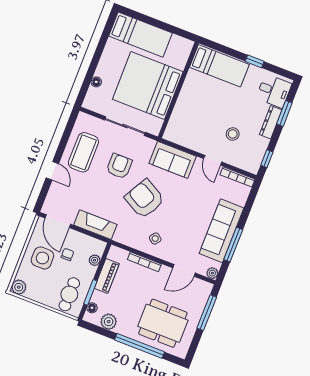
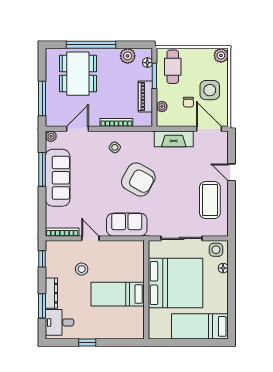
bed: (219, 66) -> (118, 294), moved
side table: (96, 102) -> (216, 250), added
armchair: (119, 166) -> (173, 200), removed
dining table: (163, 323) -> (78, 74), turned 90

